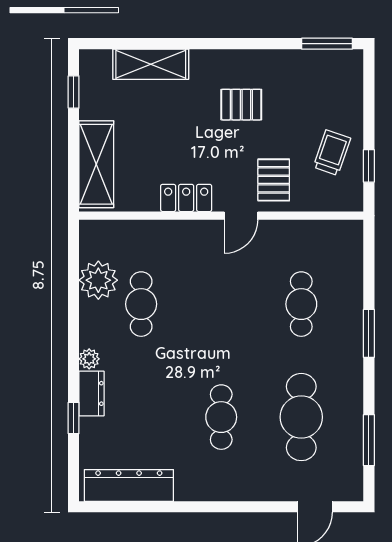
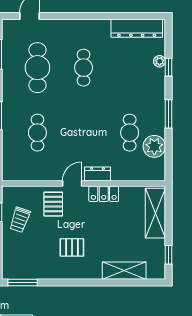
window: (74, 337) -> (169, 114), added
plant: (89, 359) -> (160, 61), moved
dresser: (92, 393) -> (97, 174), moved, turned 90

